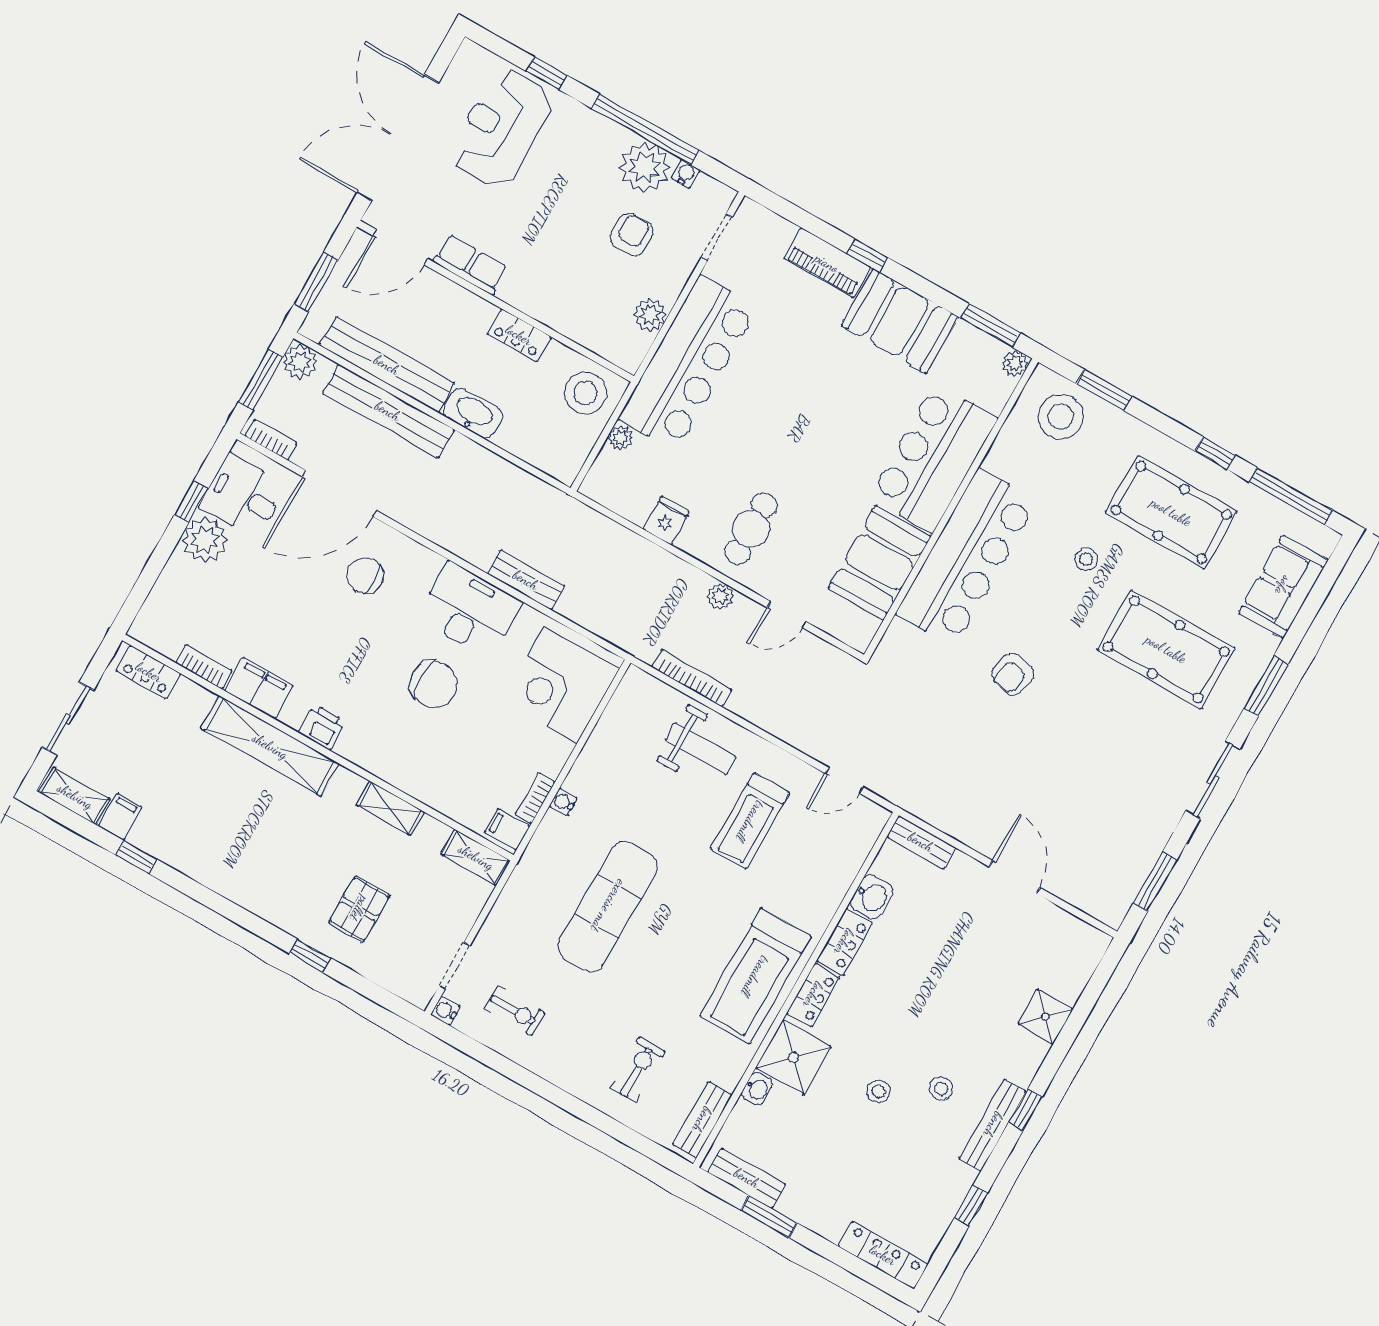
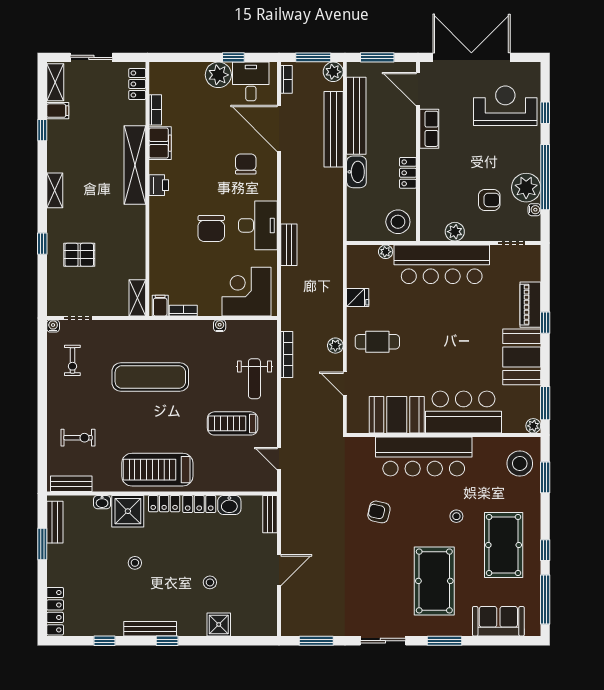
water cooler: (563, 802) -> (220, 326), moved
shelving: (390, 808) -> (55, 190), moved
stool: (941, 1089) -> (210, 582), moved

